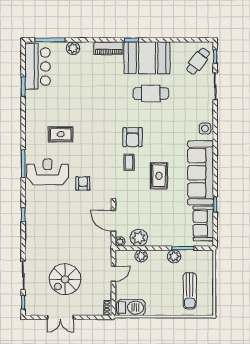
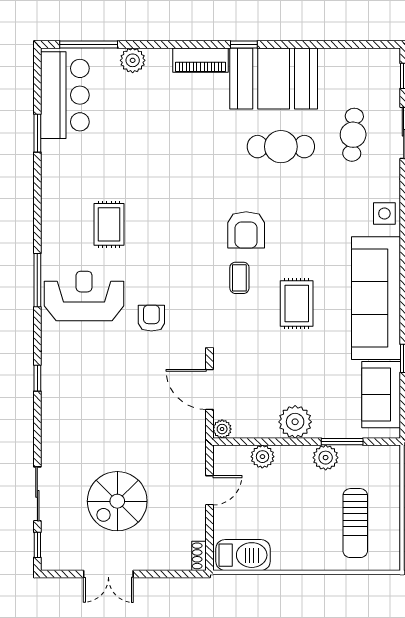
cafe table: (198, 61) -> (353, 135), moved, turned -33
rug: (61, 134) -> (109, 224), turned 90
plant: (139, 238) -> (295, 422), moved

